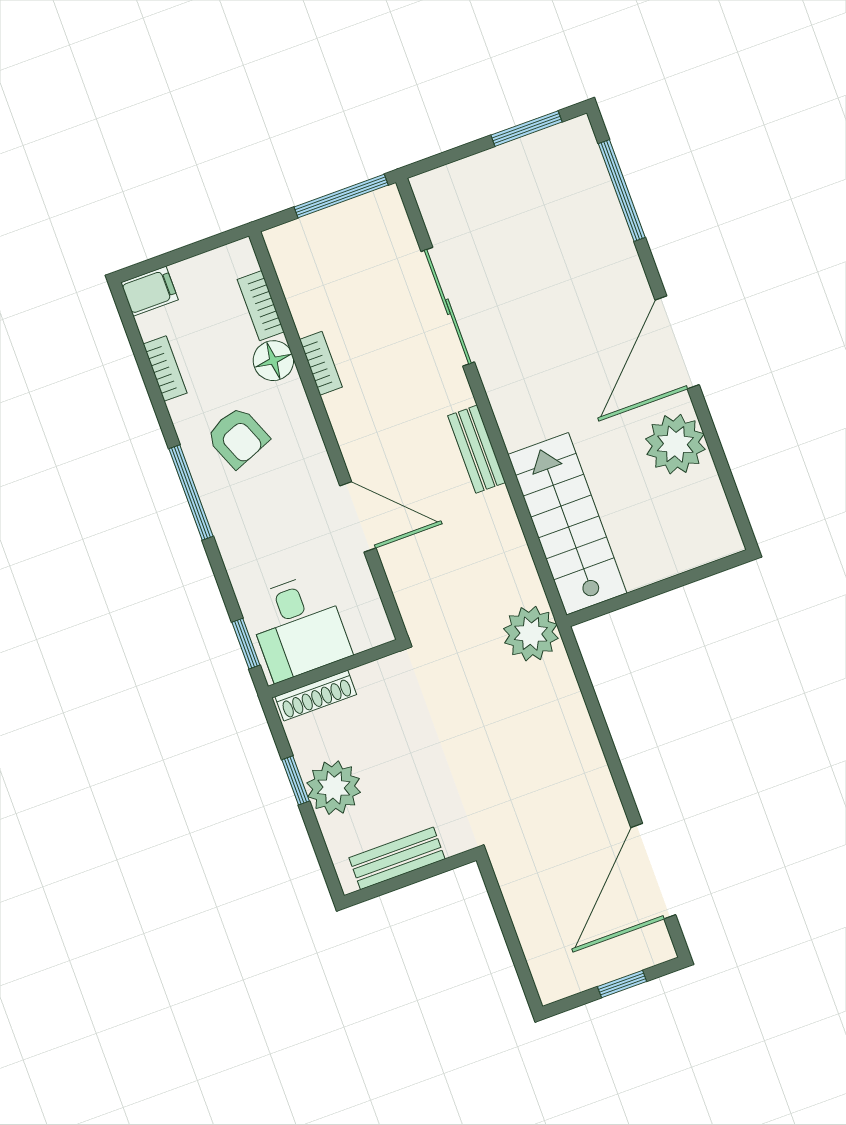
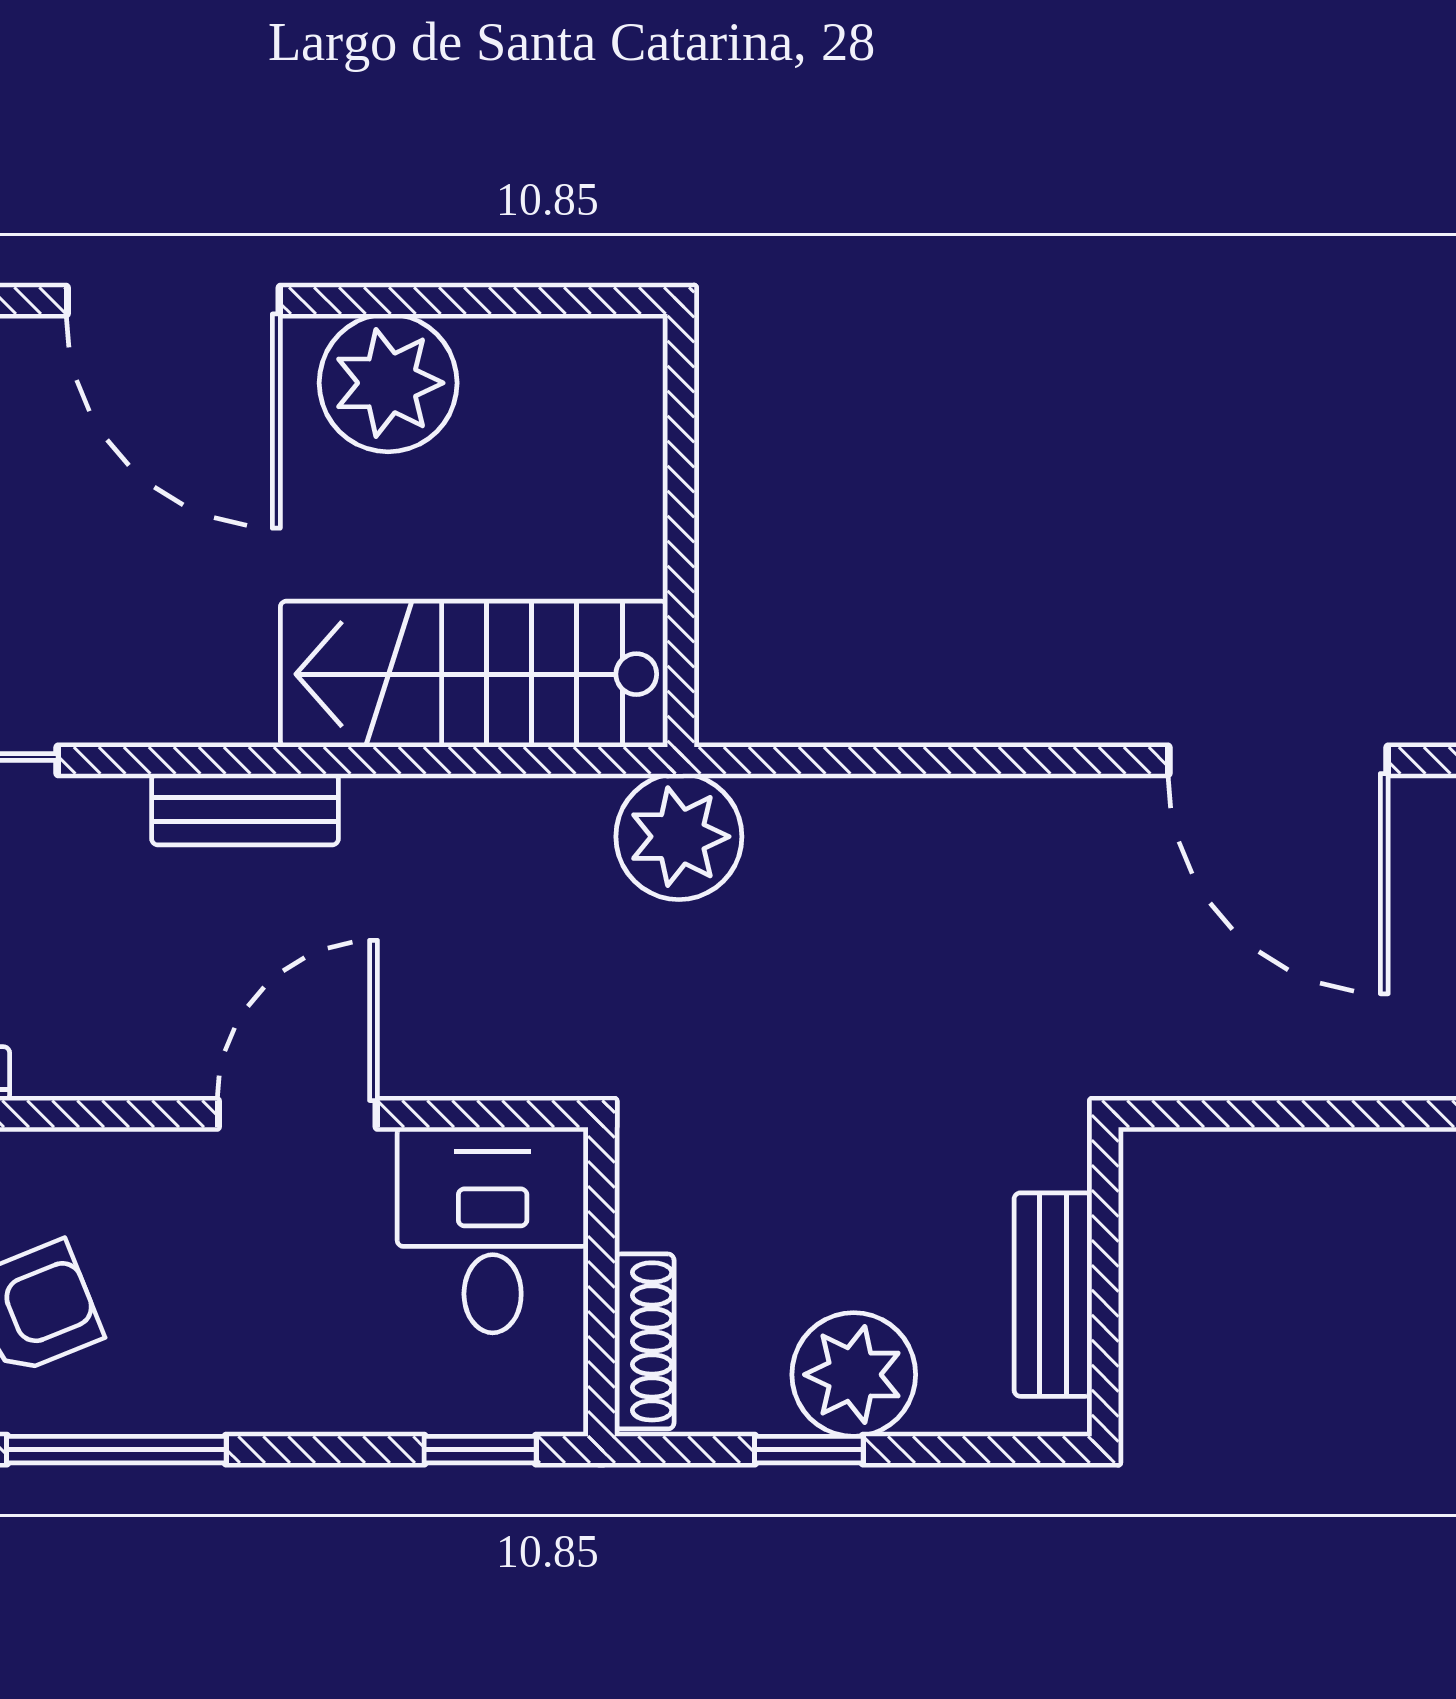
desk: (299, 627) -> (493, 1230), moved, turned -90

